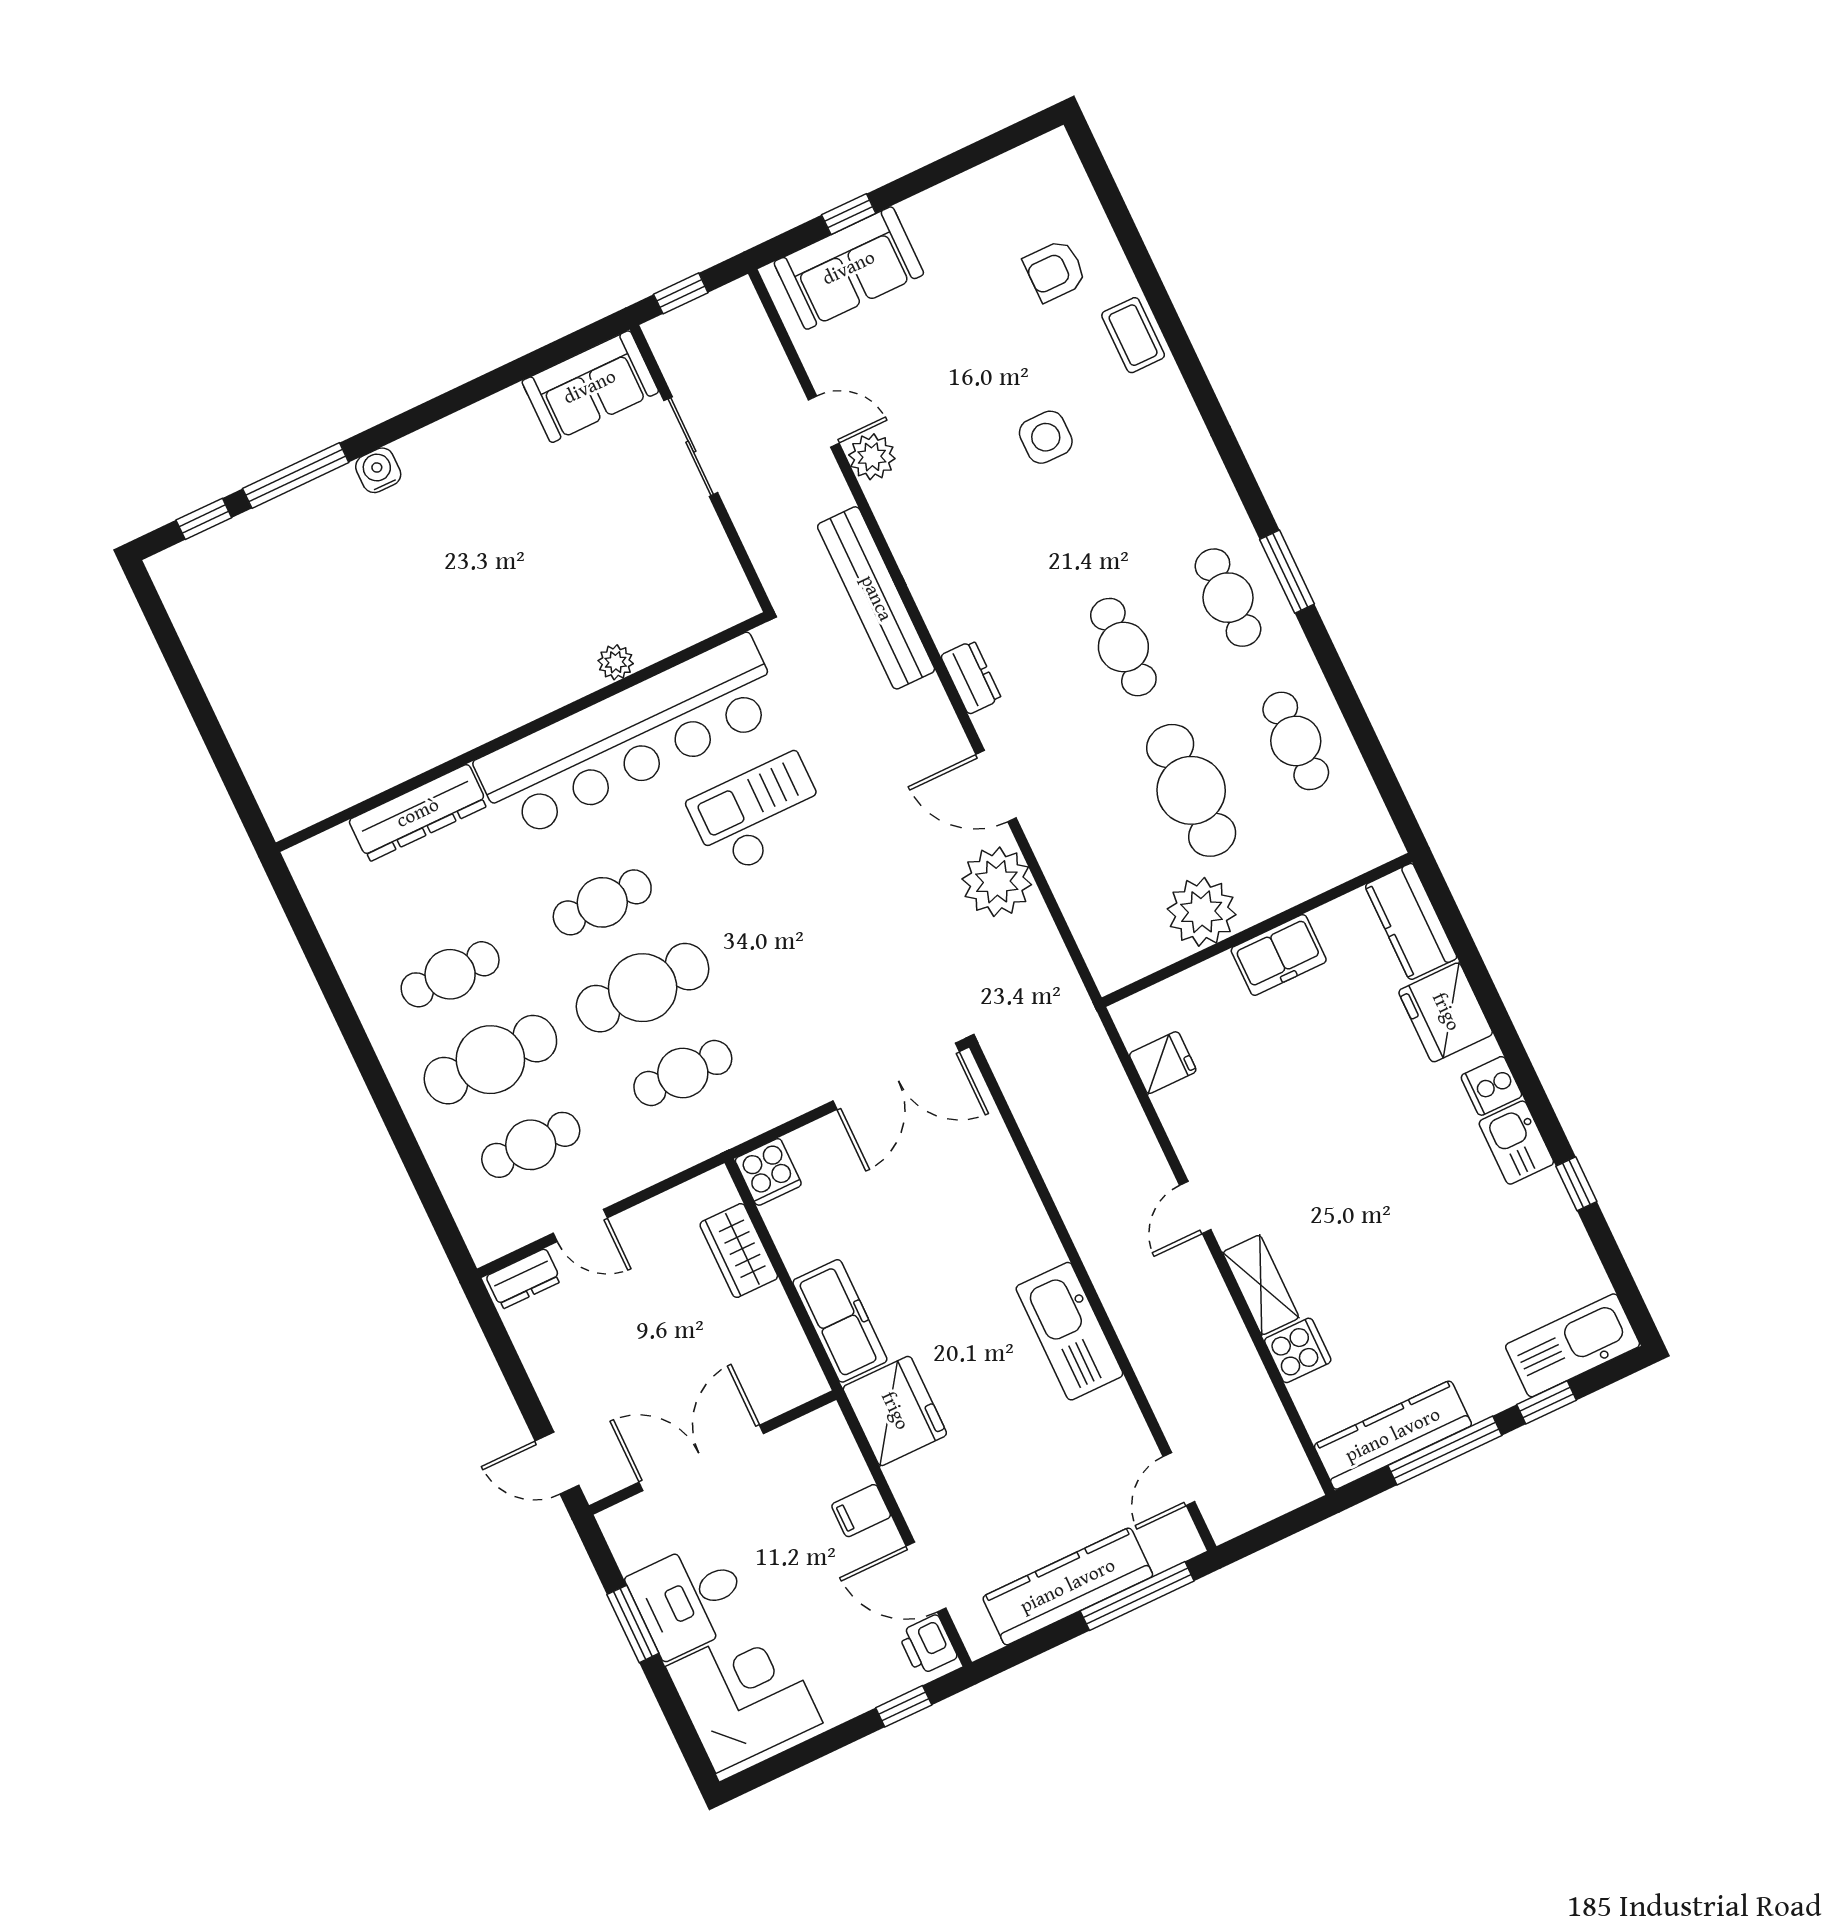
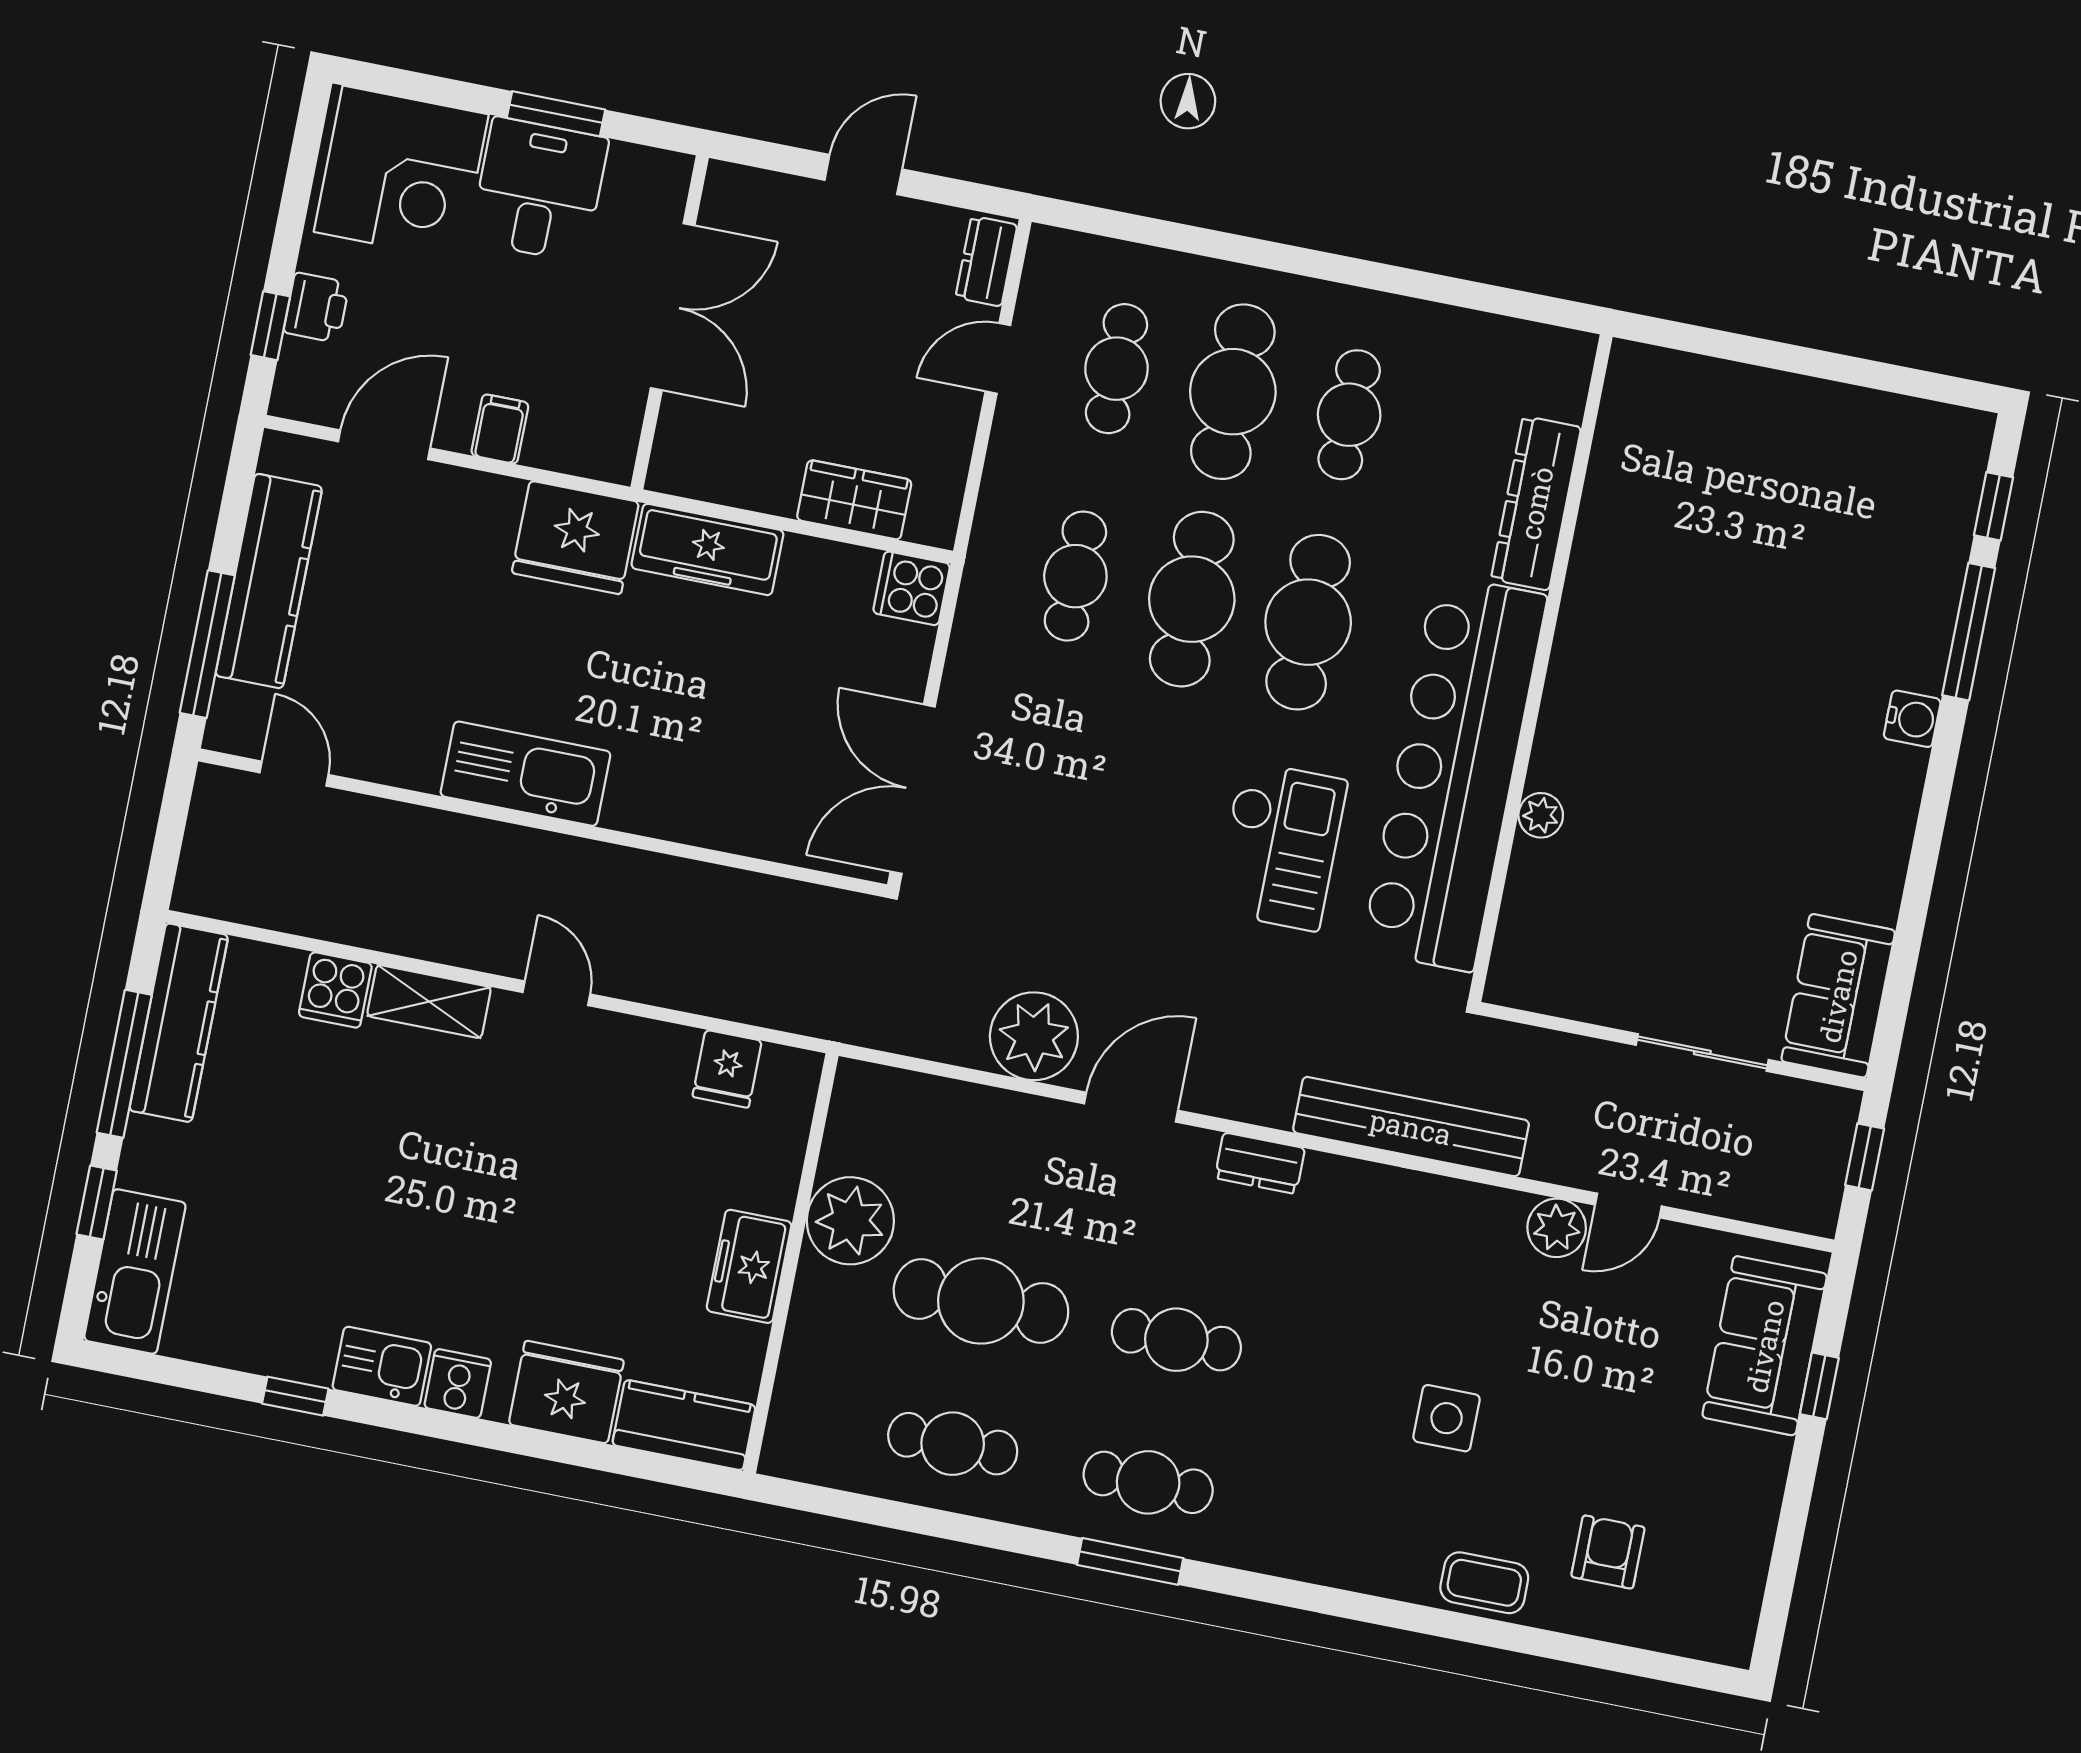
cafe table: (602, 902) -> (1308, 622), width x1.37, depth x1.35
door: (557, 1463) -> (863, 175), moved
printer: (928, 1645) -> (317, 308), moved, turned 90

